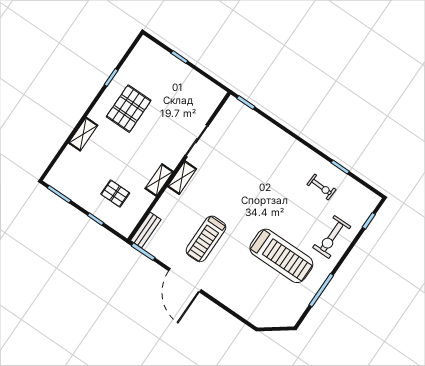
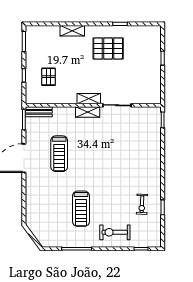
shelving: (159, 180) -> (89, 99), moved
treadmill: (206, 239) -> (59, 154), turned -90
treadmill: (281, 256) -> (81, 209), width x0.73, depth x0.73

